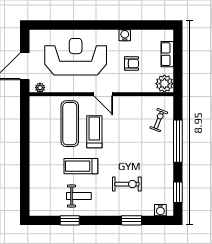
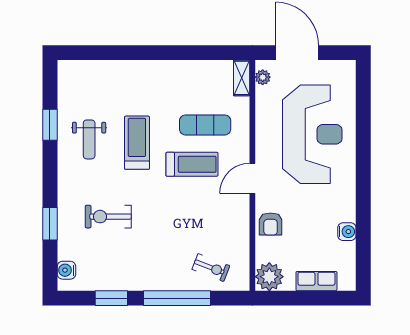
water cooler: (125, 35) -> (347, 232), moved
armchair: (131, 63) -> (271, 224), moved
shelving: (40, 101) -> (242, 78), added
exercise mat: (70, 124) -> (205, 125), width x0.73, depth x0.69
exercise bike: (127, 184) -> (108, 217), turned 90
window: (178, 192) -> (111, 298), moved

